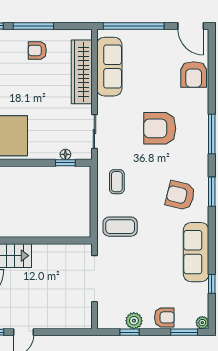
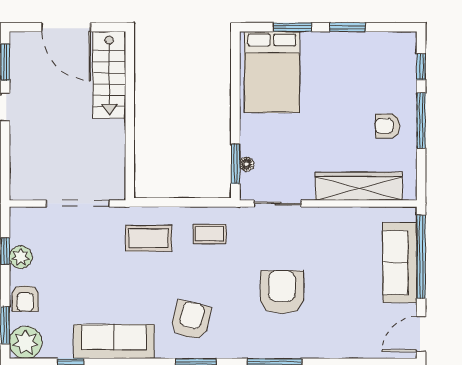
armchair: (37, 50) -> (388, 126), turned -90
sofa: (109, 67) -> (400, 263), moved, turned 90
armchair: (194, 74) -> (355, 338), removed
window: (65, 163) -> (235, 164), width x1.50
coffee table: (120, 227) -> (149, 238), turned 90
plant: (202, 323) -> (26, 342), width x1.87, depth x1.87

